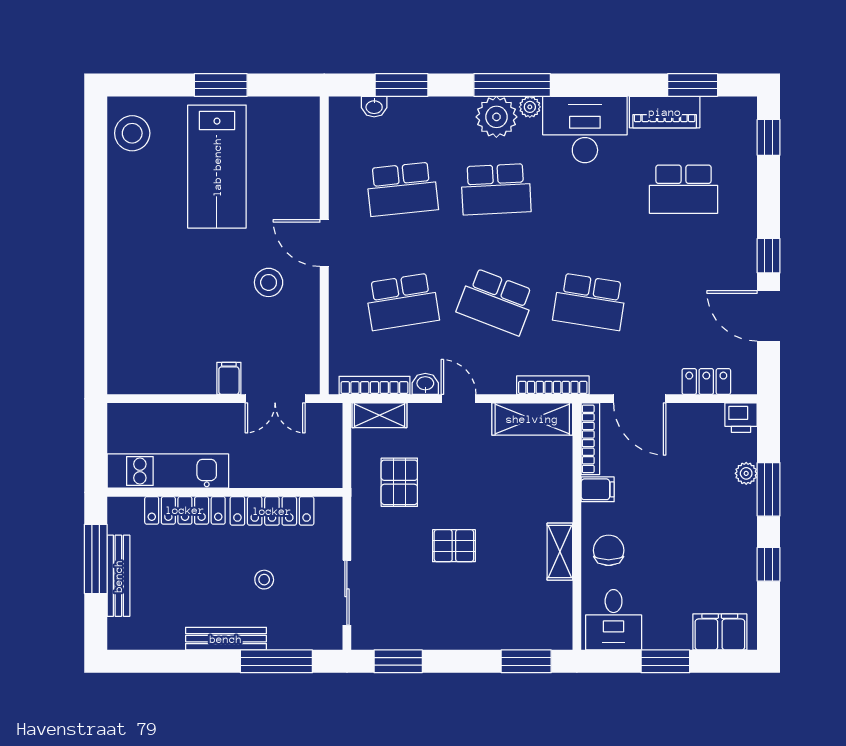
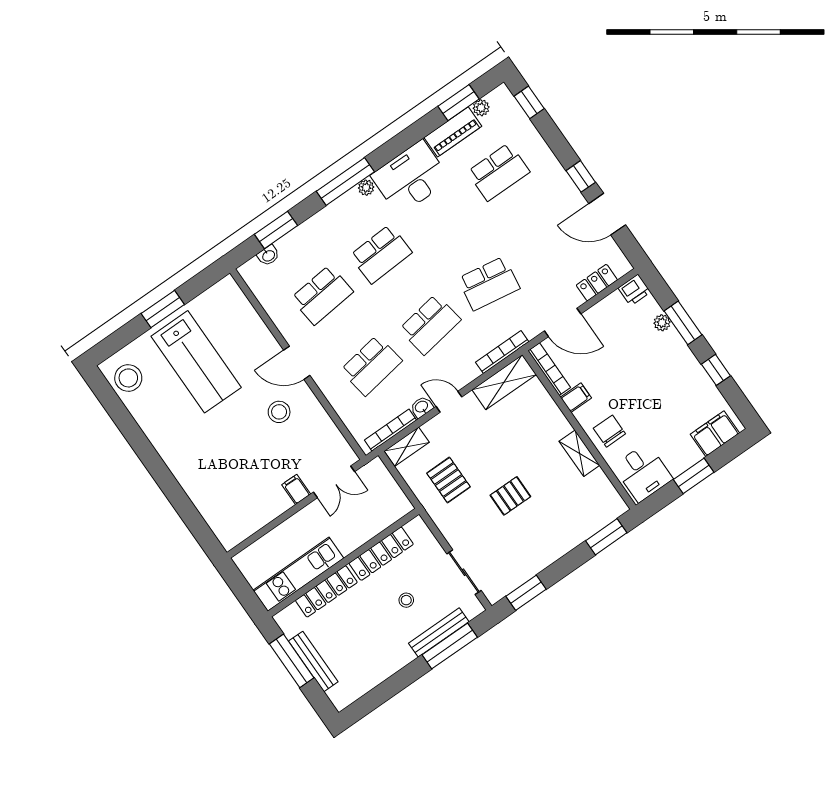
plant: (496, 117) -> (481, 108), moved, width x0.53, depth x0.53
school desk: (496, 302) -> (430, 324), turned -30
bench: (226, 639) -> (439, 632), moved

